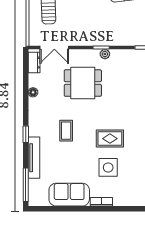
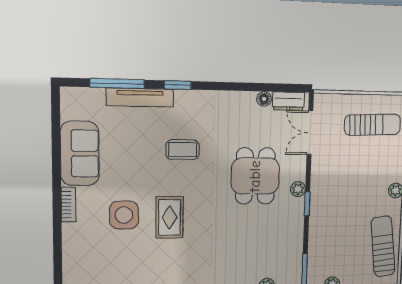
plant: (105, 54) -> (298, 189), moved
floor lamp: (33, 92) -> (264, 99), moved
window: (26, 185) -> (117, 83), moved

